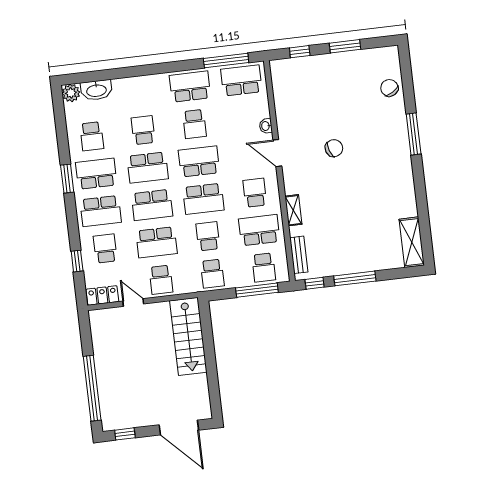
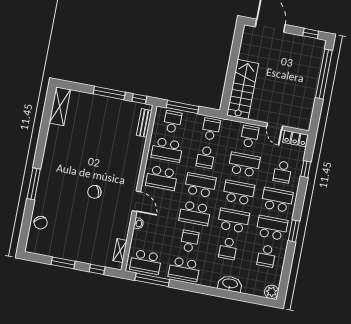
washbasin: (96, 90) -> (230, 284), moved
school desk: (92, 136) -> (266, 256), turned 180
school desk: (96, 174) -> (272, 228), turned 180
school desk: (255, 193) -> (162, 178), width x1.85
shelving: (293, 210) -> (120, 251), moved

